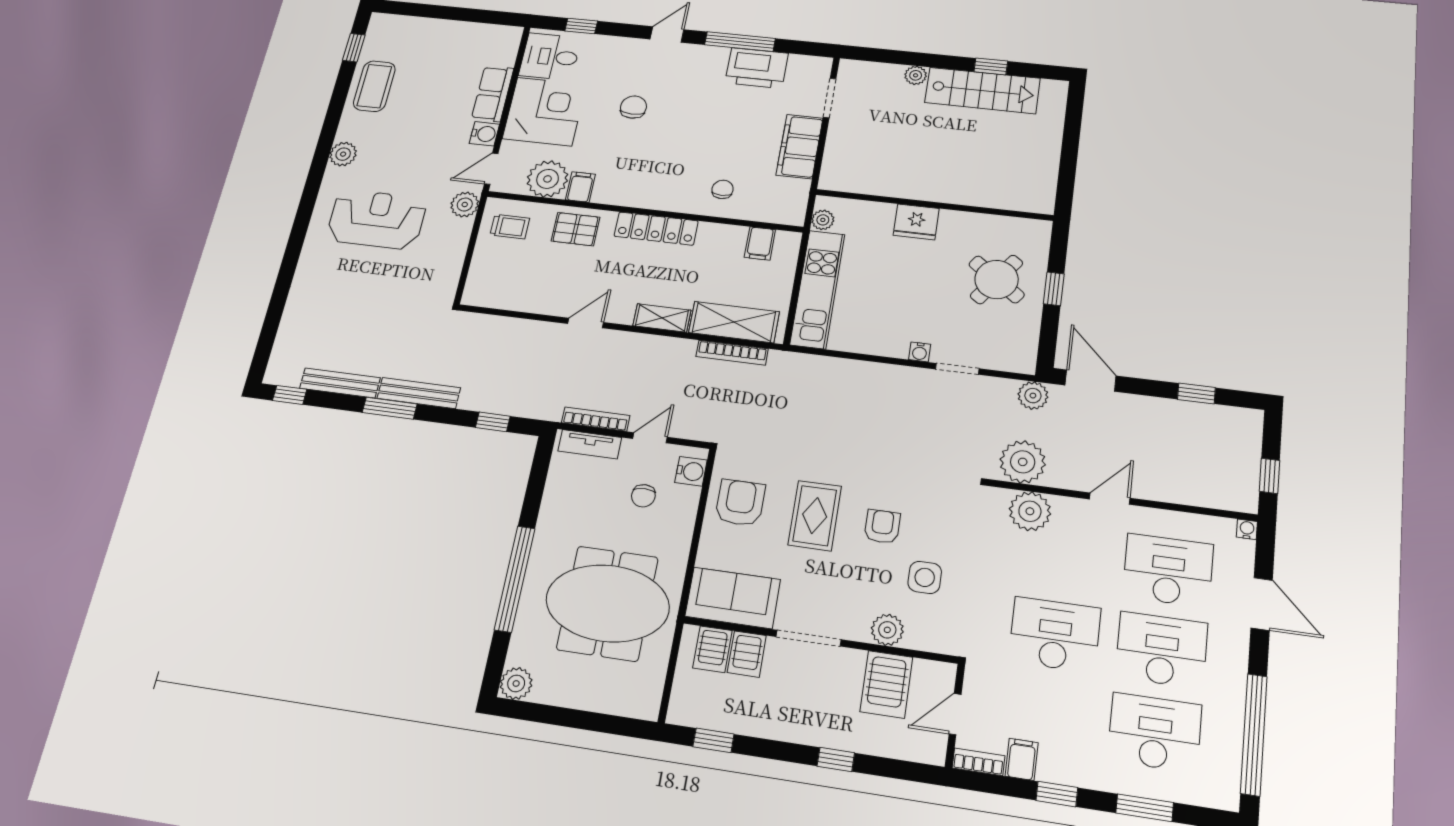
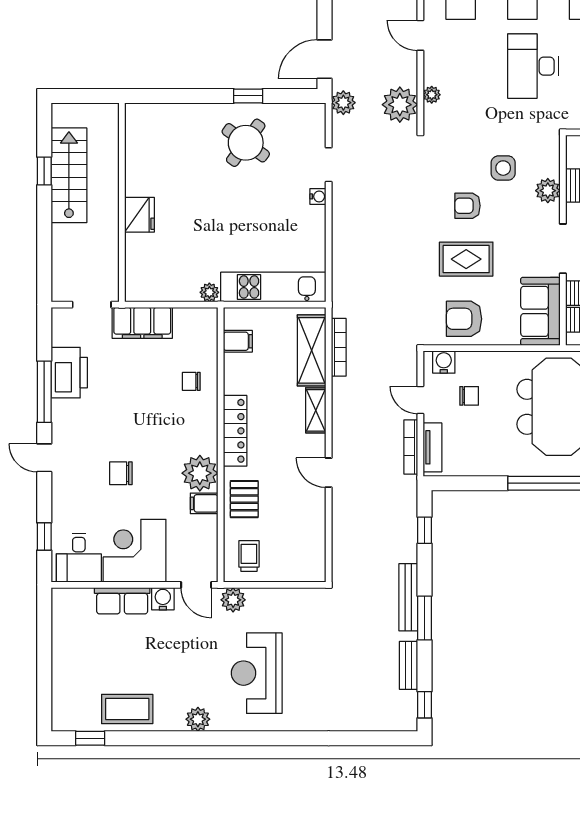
plant: (916, 75) -> (61, 234), removed
plant: (548, 179) -> (200, 473), moved
wall: (934, 205) -> (122, 202), moved
fridge: (916, 222) -> (140, 215), moved
bench: (340, 383) -> (409, 665), width x0.73
plant: (1030, 511) -> (432, 95), width x0.53, depth x0.53

